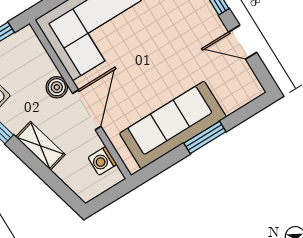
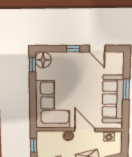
door: (243, 42) -> (97, 49), hinge flipped

